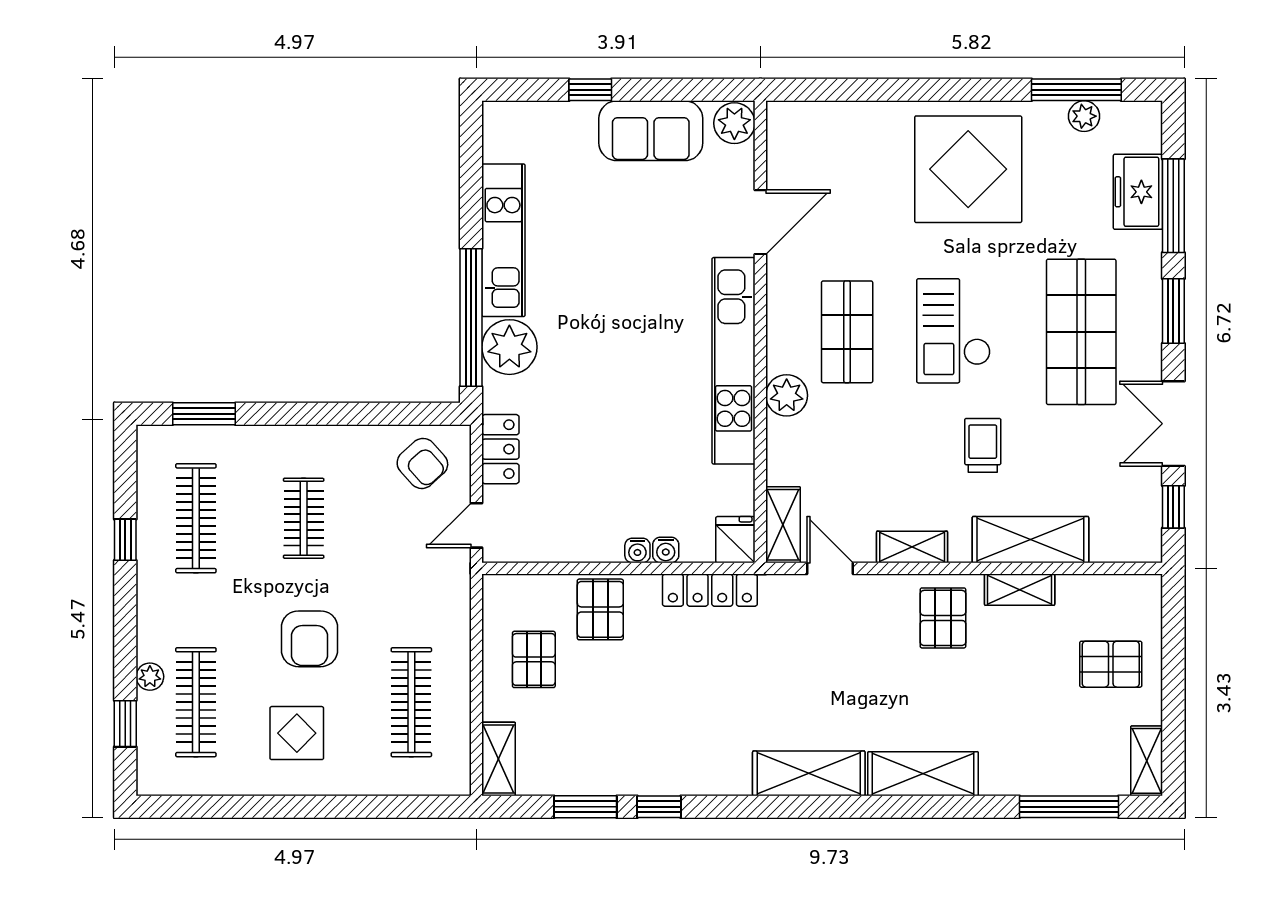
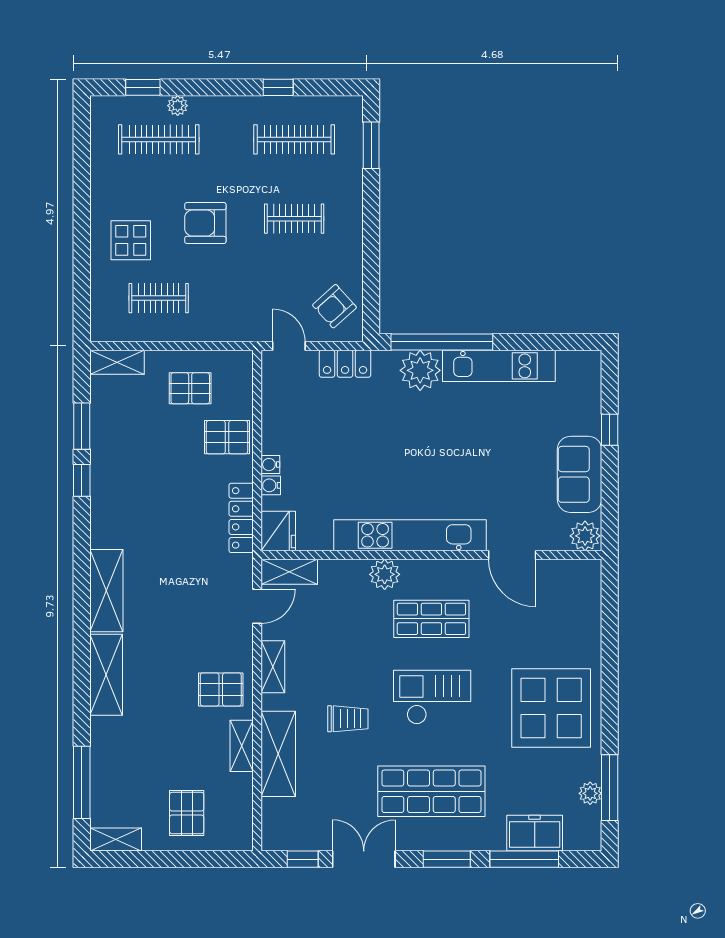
fridge: (735, 540) -> (278, 531), width x1.38
clothes rail: (411, 702) -> (159, 298), width x0.73
display table: (297, 733) -> (131, 240), moved

